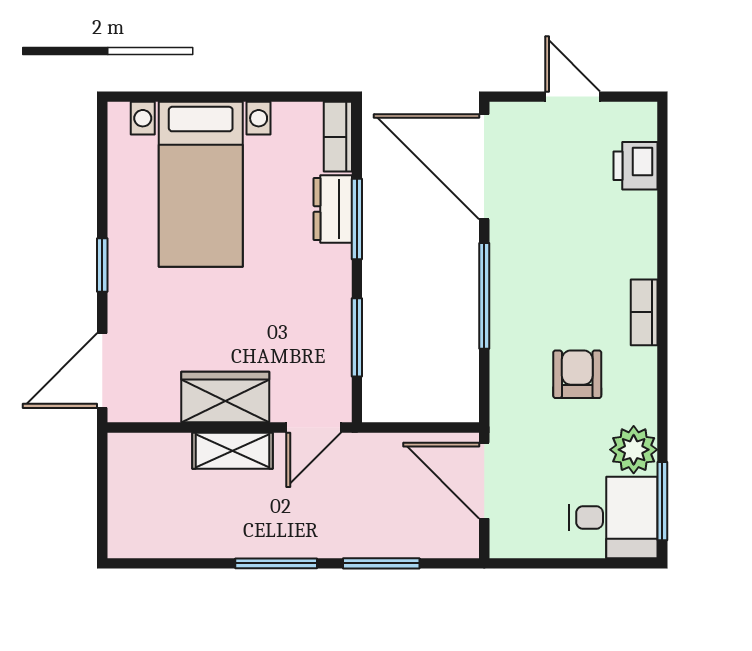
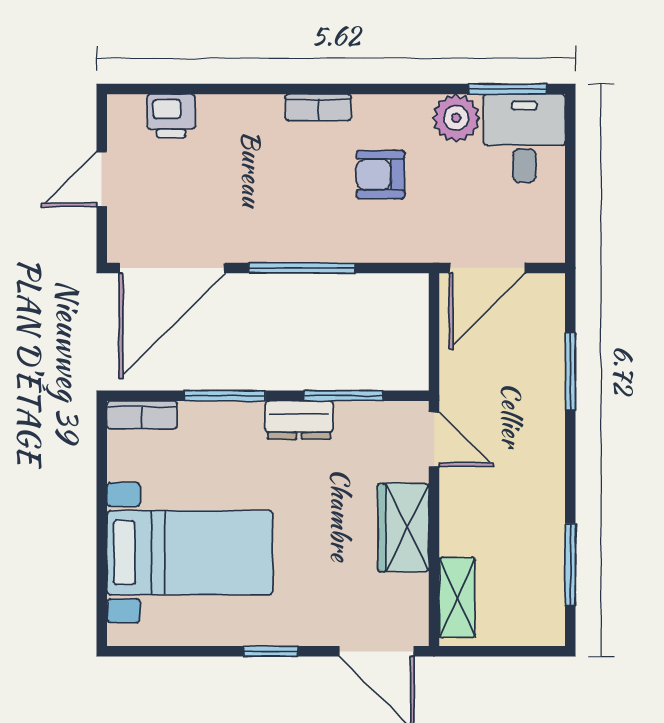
dresser: (333, 209) -> (299, 420), moved
shelving: (232, 451) -> (457, 598), moved
window: (276, 563) -> (570, 565), moved

